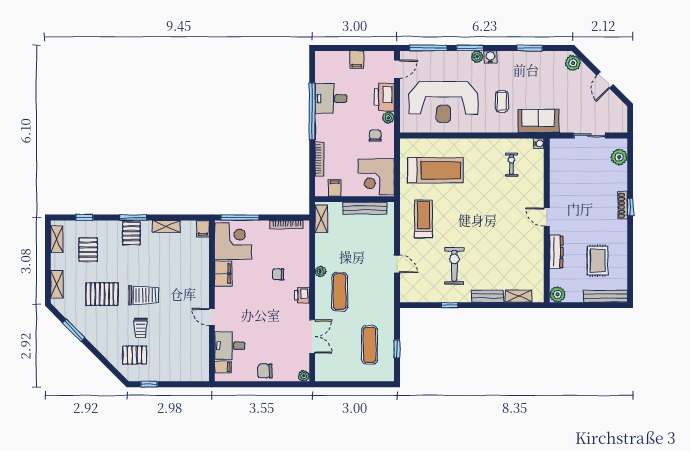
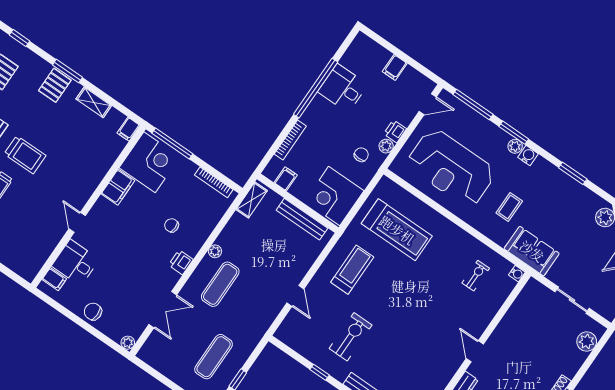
printer: (384, 97) -> (395, 131), width x0.53, depth x0.68

